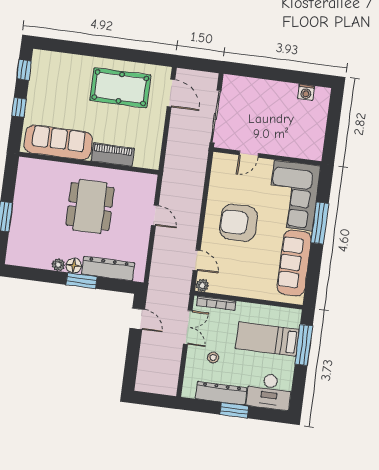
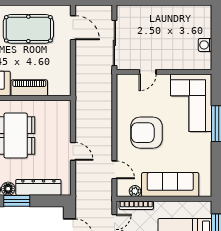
washing machine: (306, 92) -> (205, 45), moved, turned 90
door: (155, 215) -> (73, 151), moved
sofa: (294, 263) -> (170, 185), moved, turned 90
plant: (202, 285) -> (135, 191), moved

